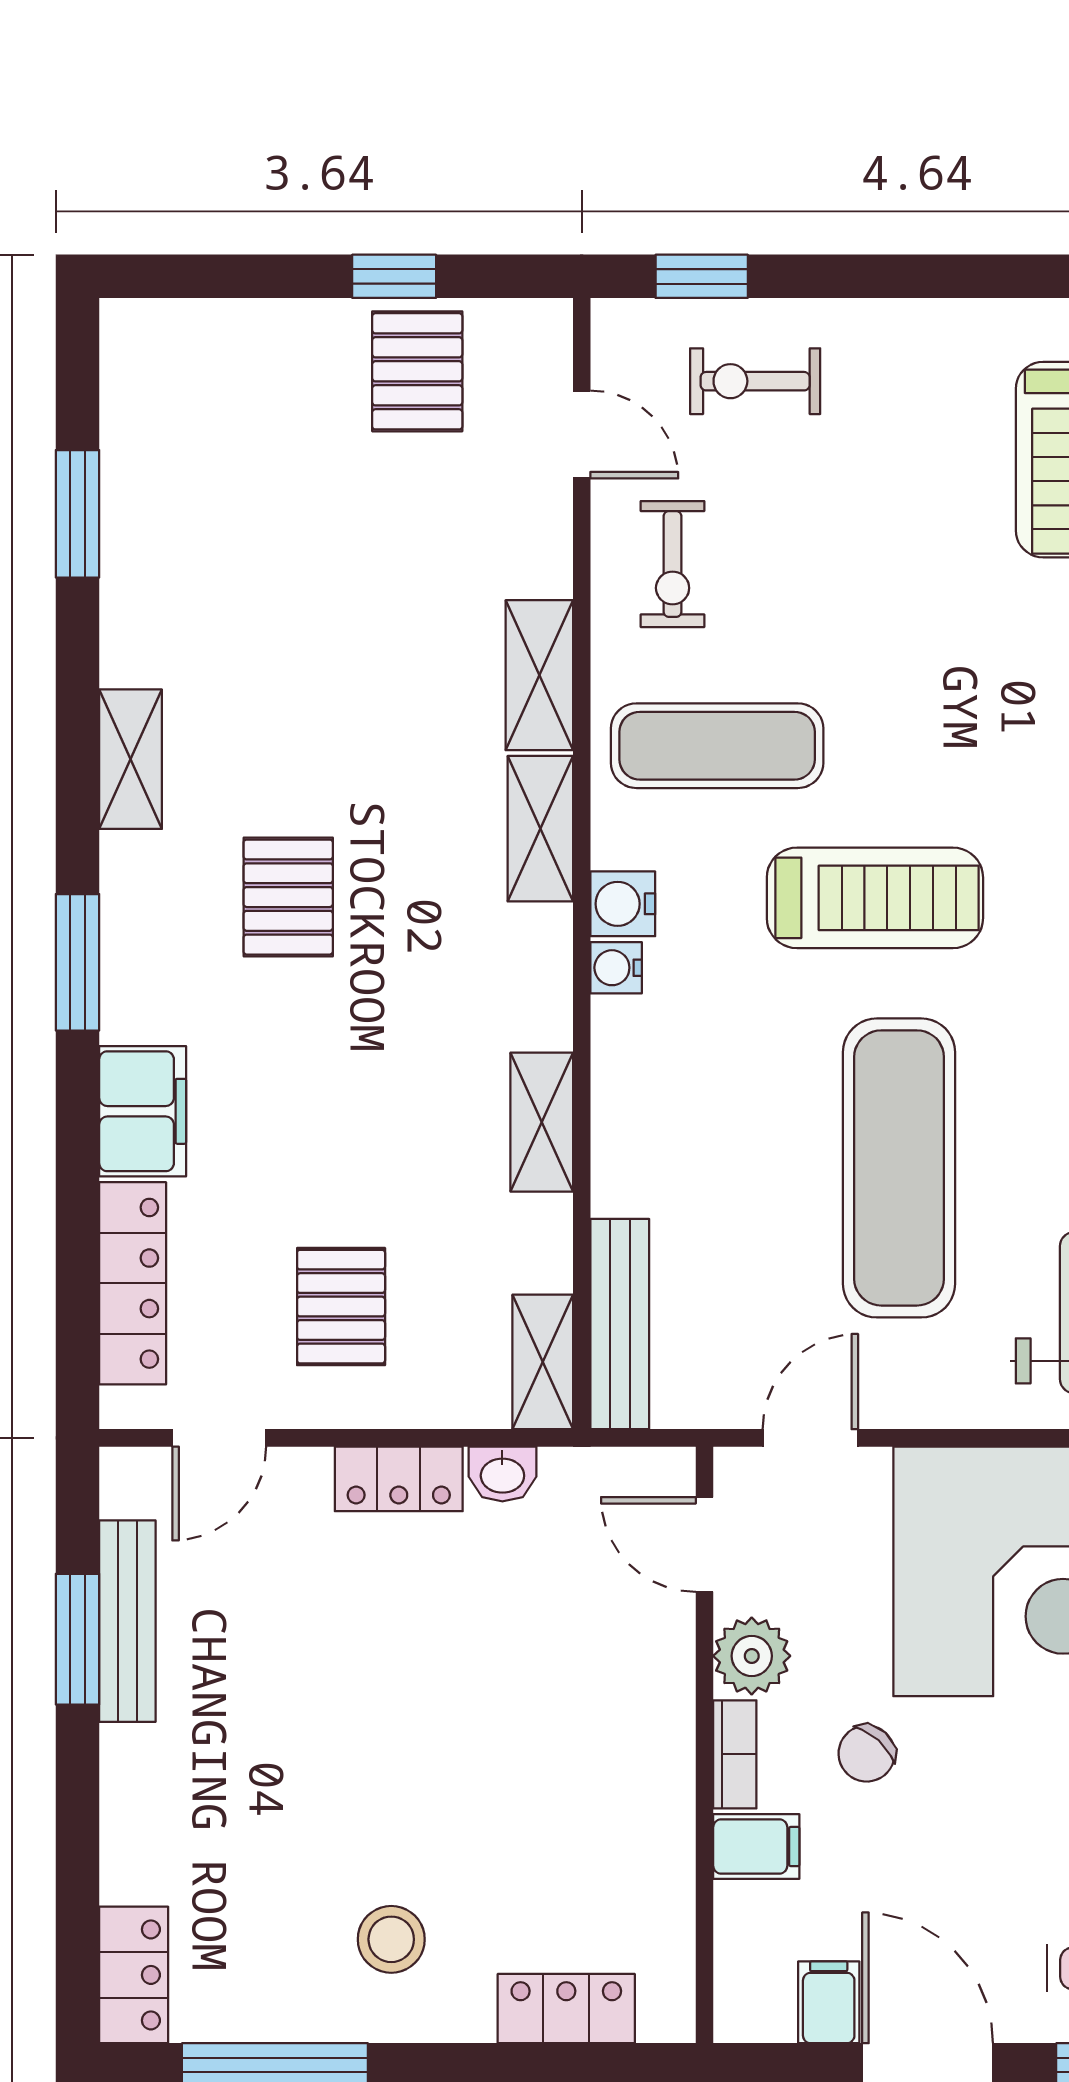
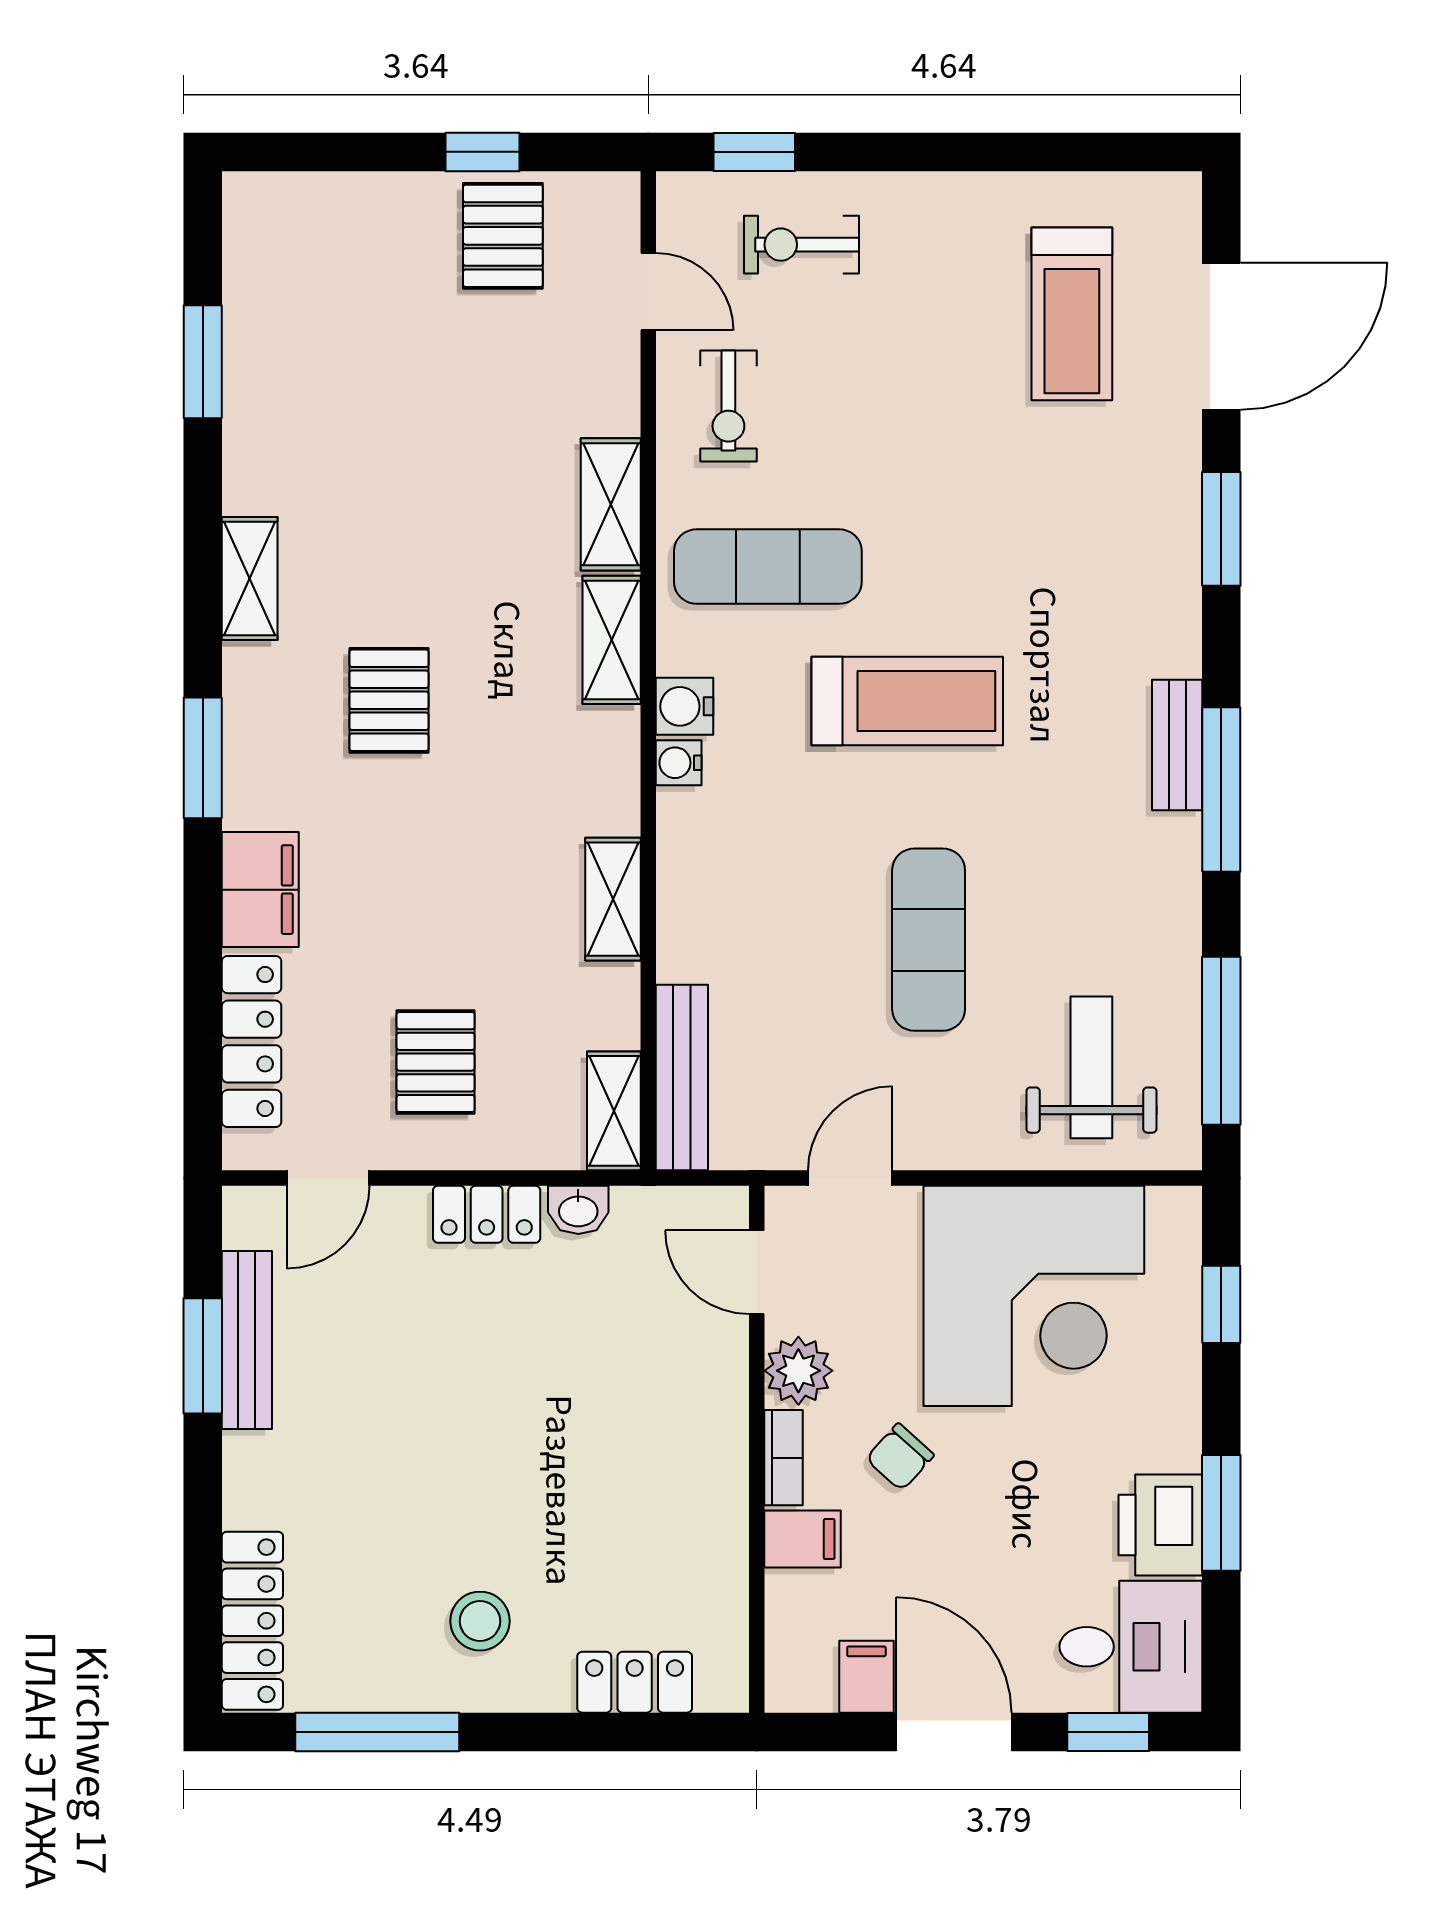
exercise mat: (899, 1168) -> (929, 940), width x0.73, depth x0.69
locker: (134, 1975) -> (252, 1621), width x1.53

